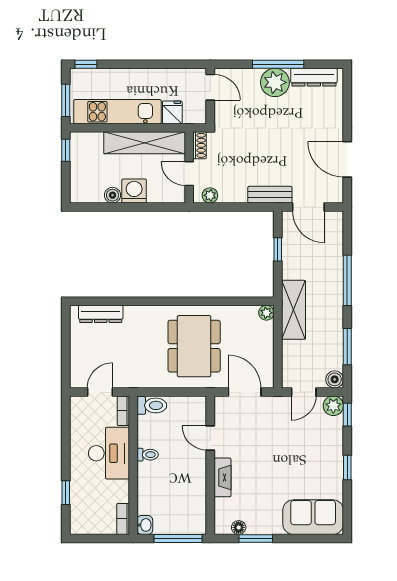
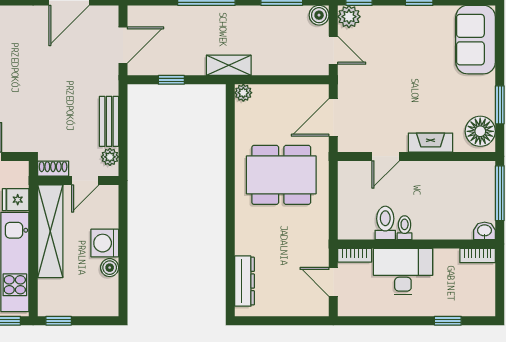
bench: (270, 195) -> (109, 121), moved
shelving: (293, 310) -> (229, 65), width x0.67, depth x0.75
toilet: (152, 405) -> (385, 223), moved
floor lamp: (239, 527) -> (480, 131), width x1.89, depth x1.89

